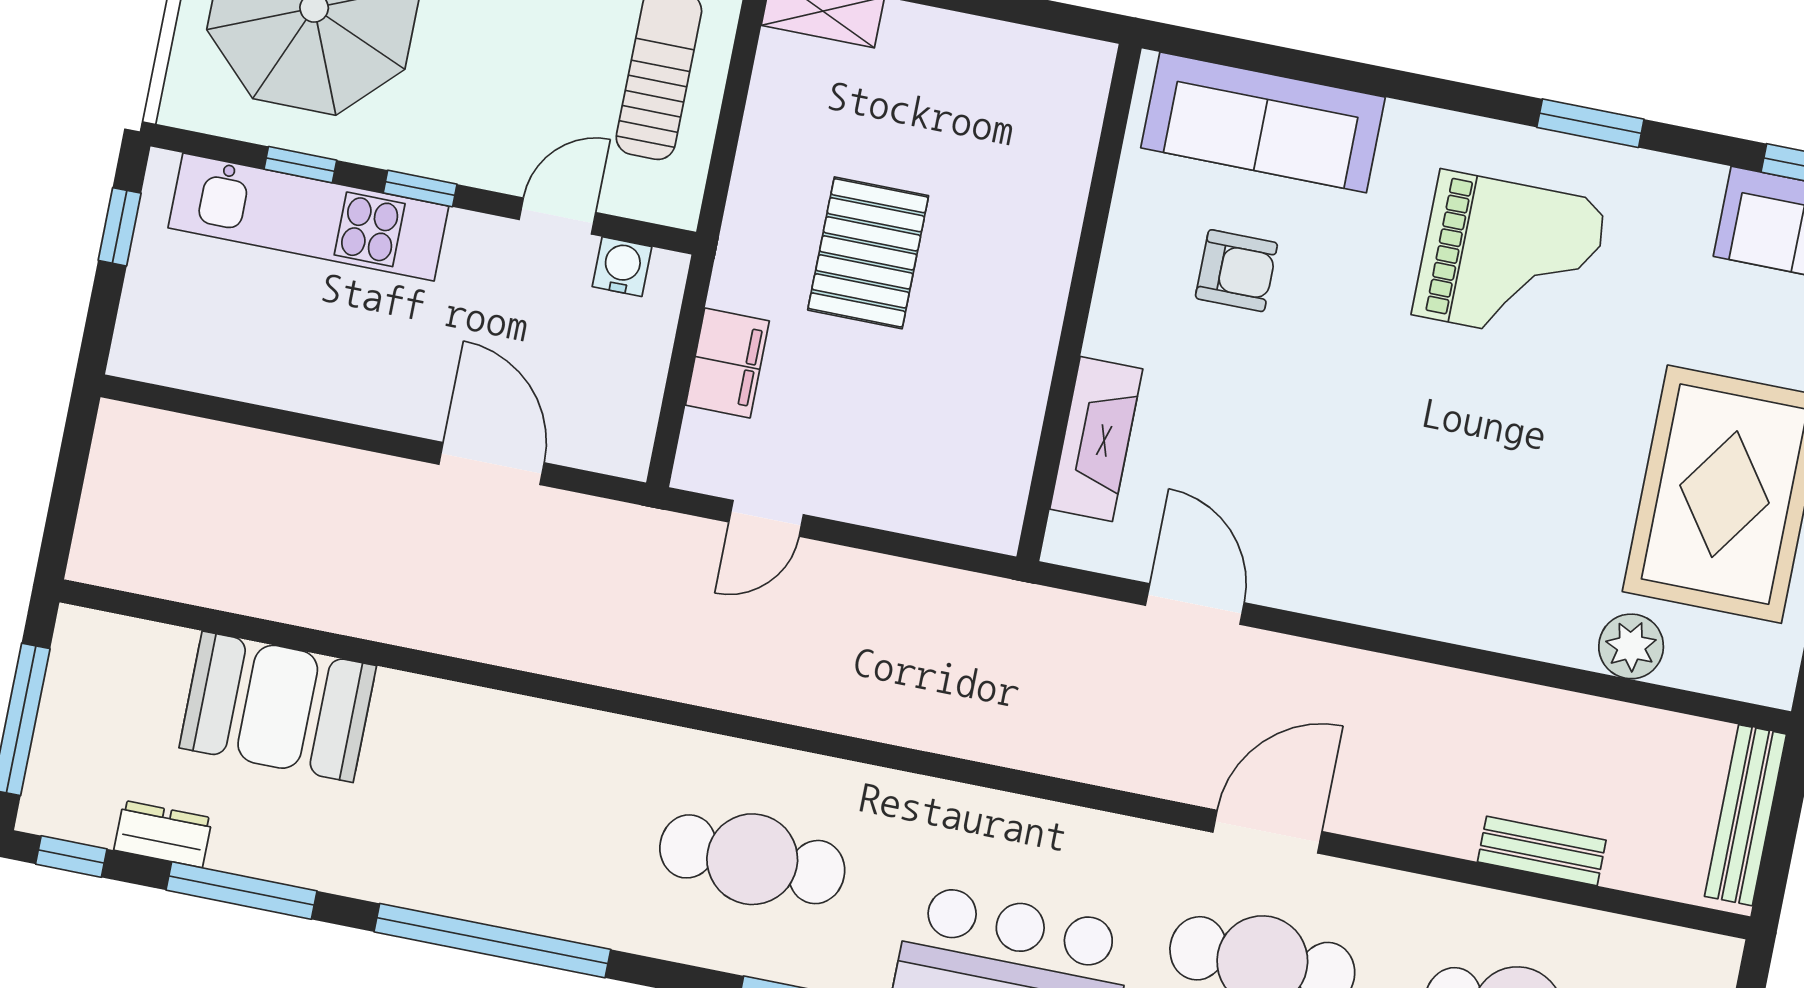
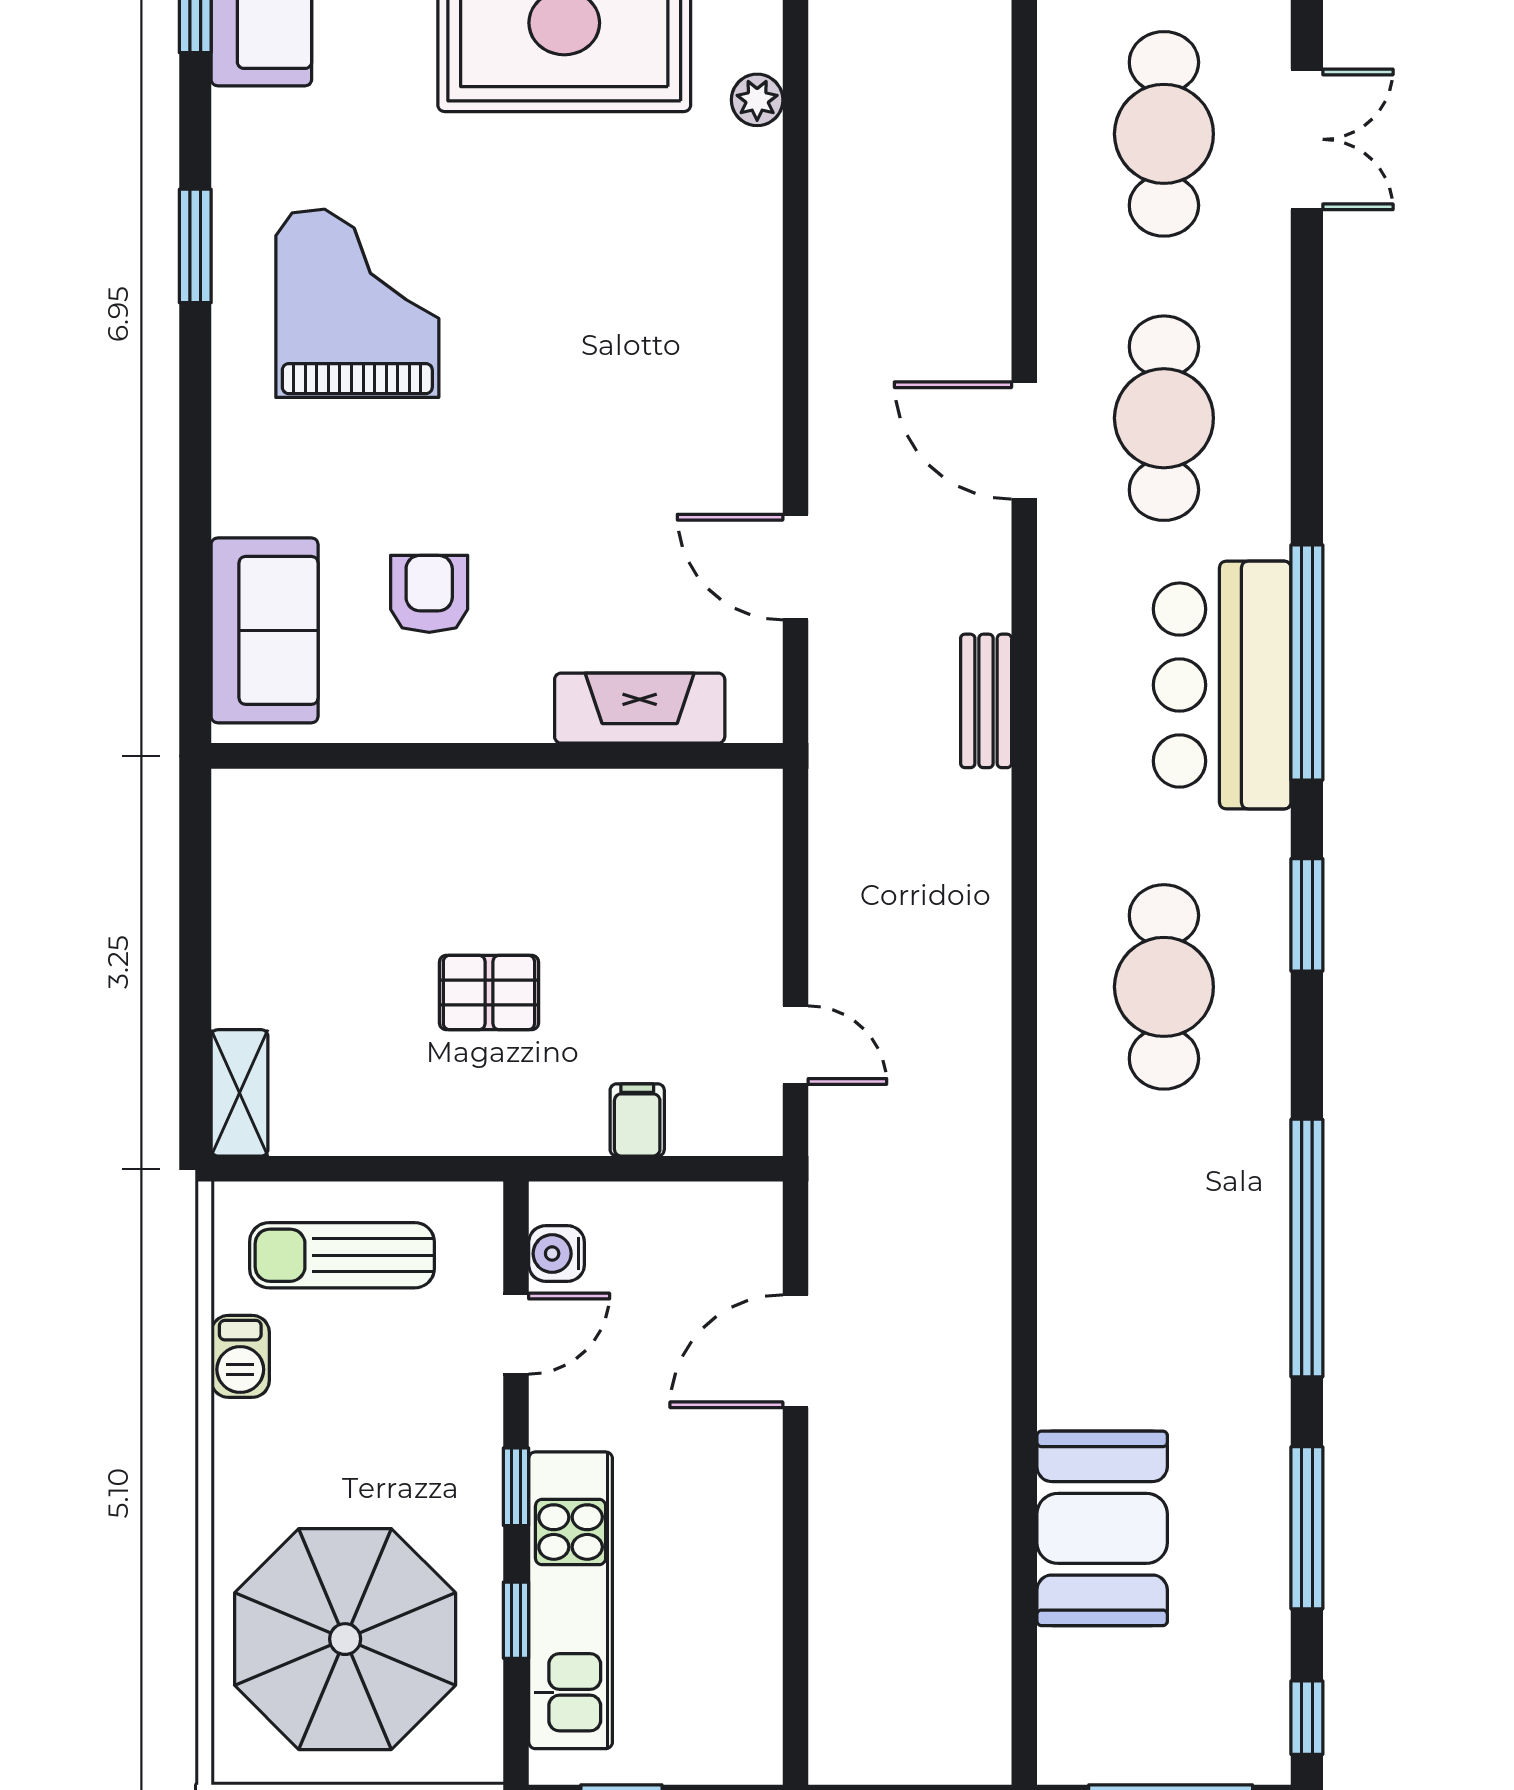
sofa: (1263, 122) -> (265, 630), width x0.73
door: (557, 216) -> (516, 1334), swing flipped
pallet: (868, 253) -> (489, 993), width x0.67, depth x0.71
filing cabinet: (727, 363) -> (637, 1120), width x0.50
door: (1195, 604) -> (796, 567), hinge flipped
plant: (1631, 646) -> (757, 100), width x0.73, depth x0.73
dresser: (163, 834) -> (1263, 1624), removed
bench: (1542, 851) -> (986, 701), moved

